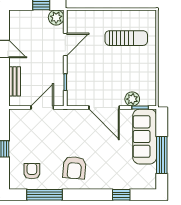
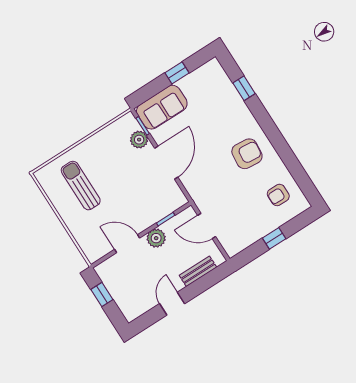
plant: (56, 17) -> (156, 238), moved
sofa: (145, 137) -> (162, 107), width x0.73
window: (162, 155) -> (177, 73), width x0.46
window: (45, 195) -> (294, 167), removed

